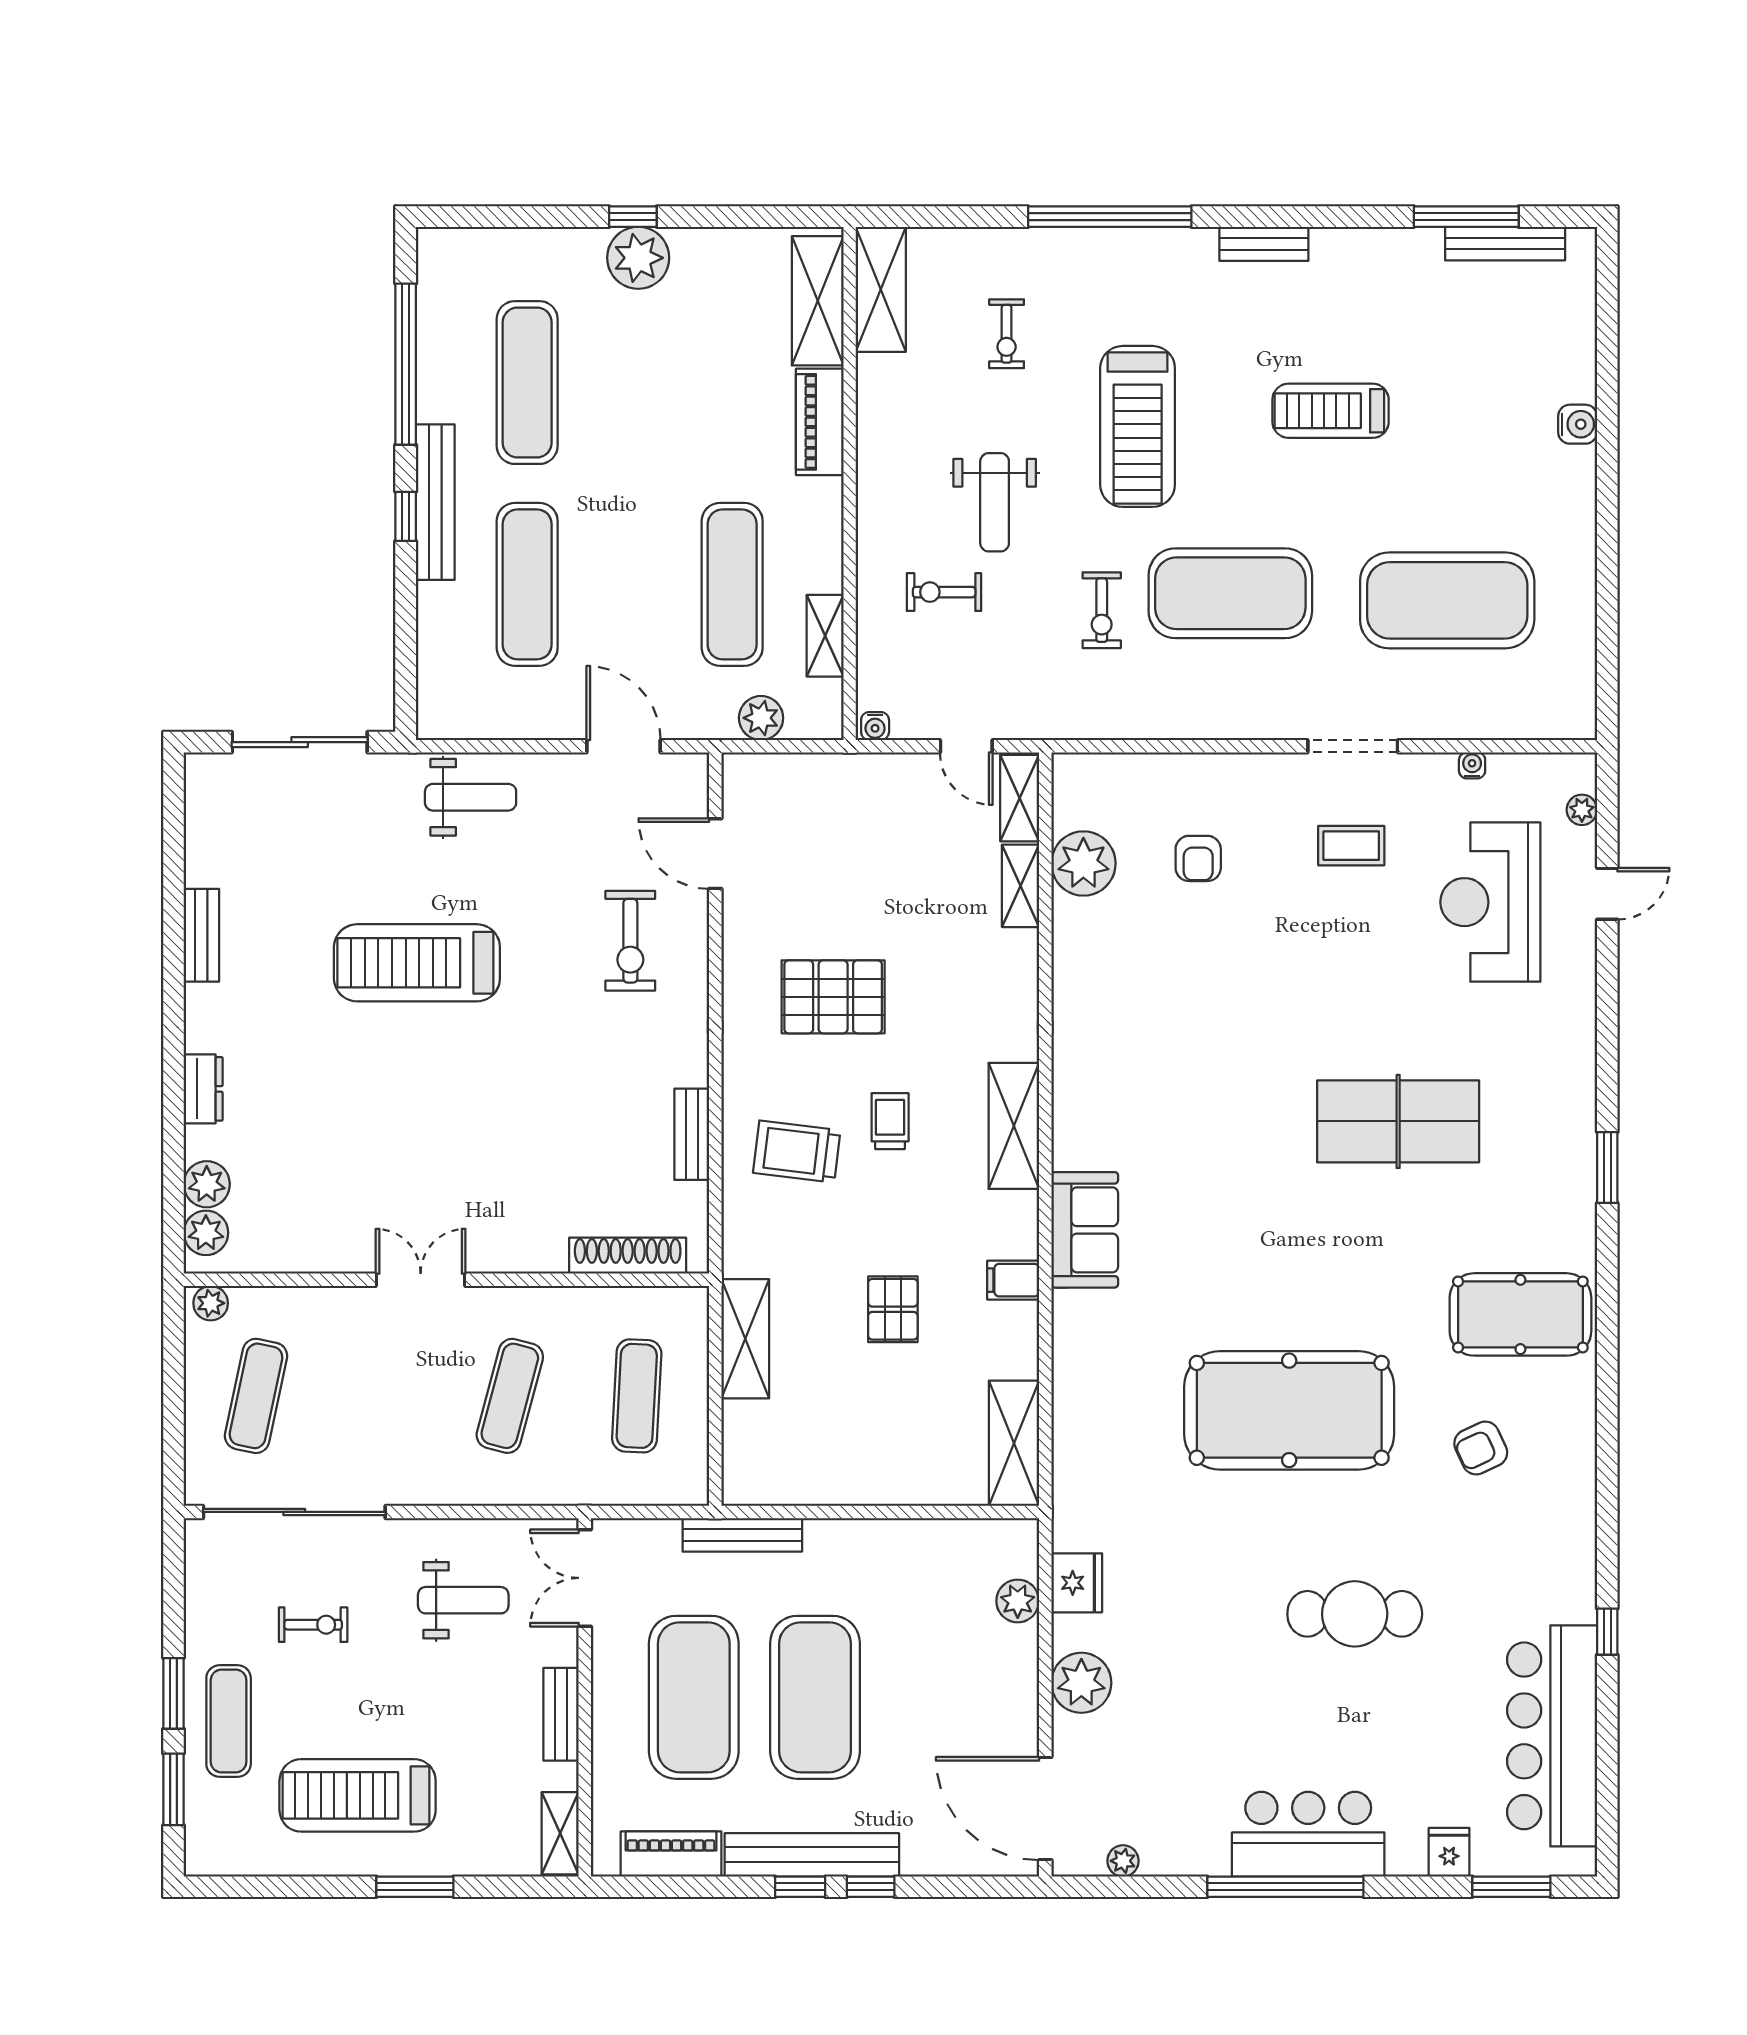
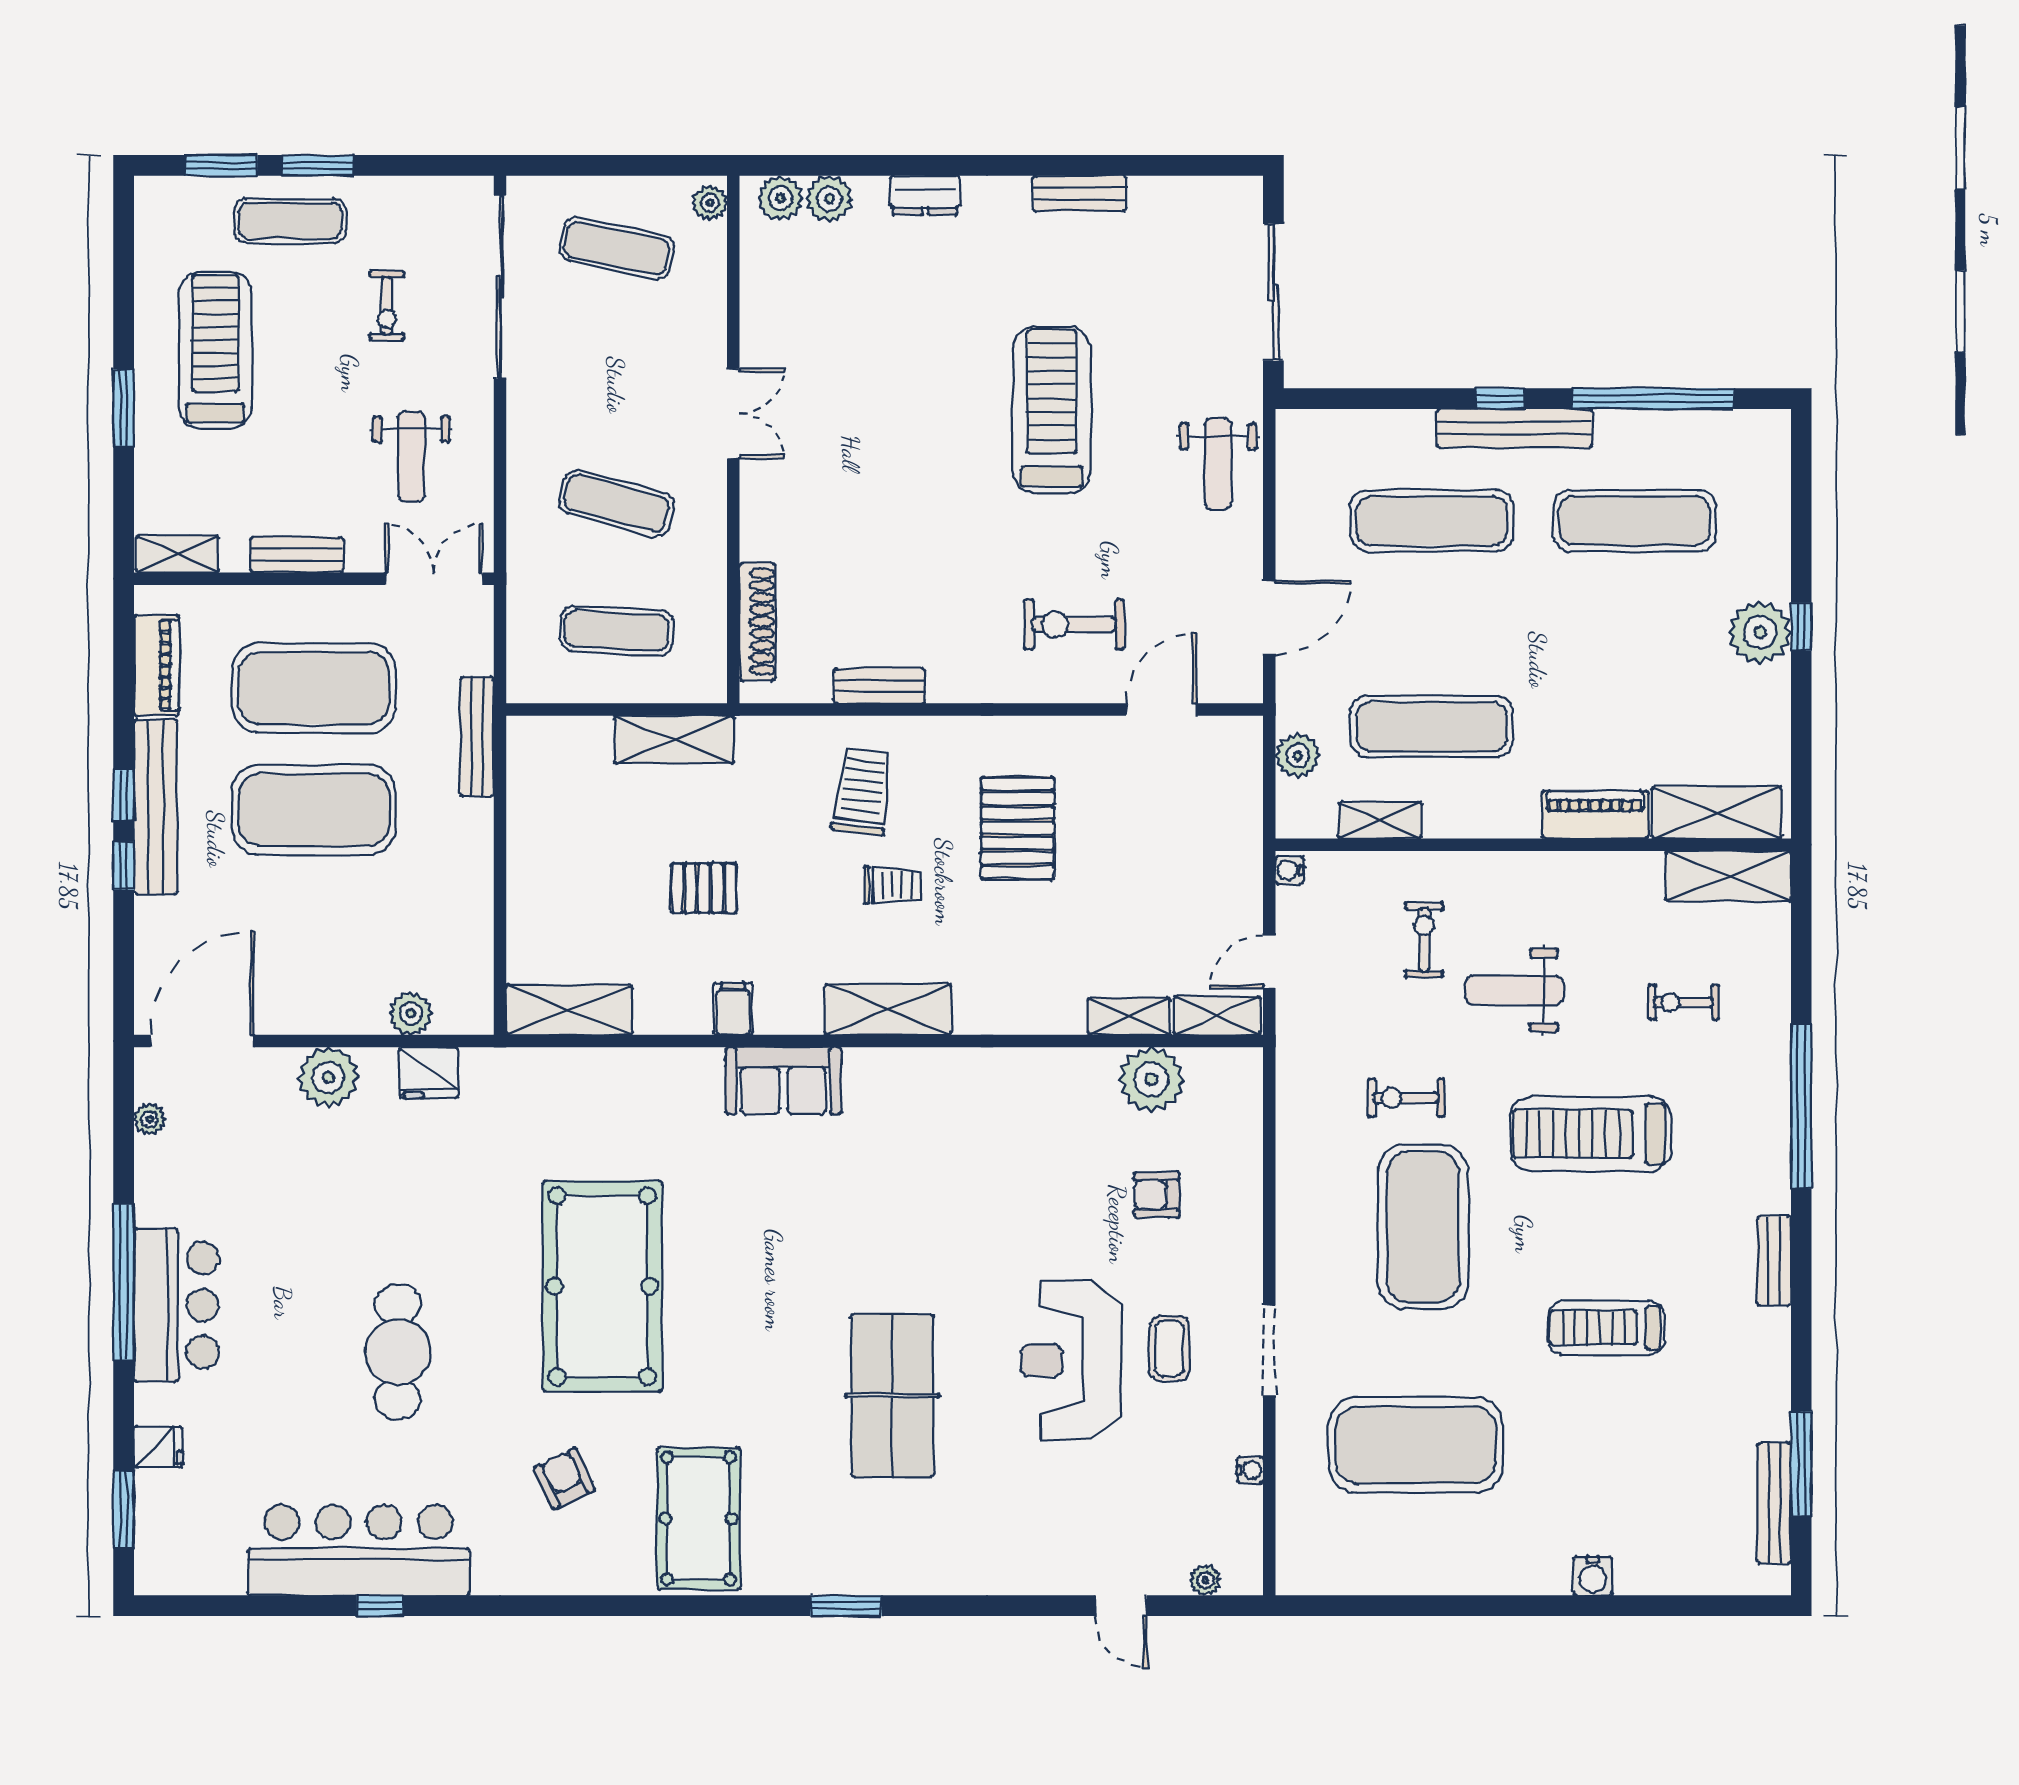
treadmill: (1331, 411) -> (1606, 1328), turned -90
exercise mat: (1447, 600) -> (1416, 1445), turned 90
reception desk: (1490, 902) -> (1071, 1360), moved, turned -90
bar counter: (1552, 1736) -> (359, 1550), moved

